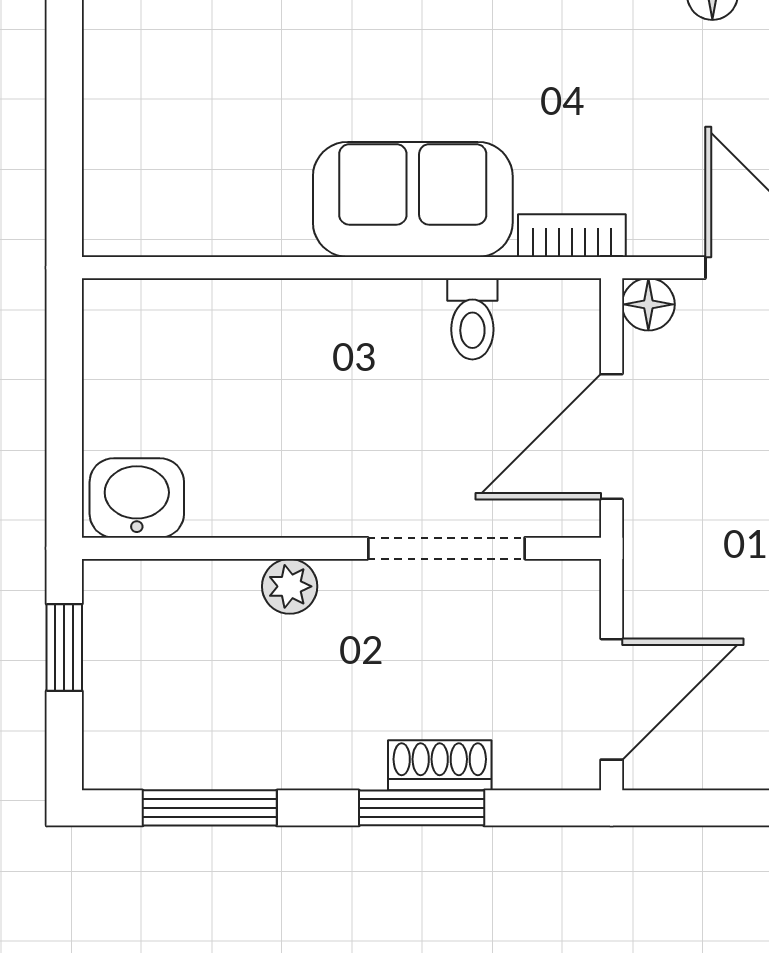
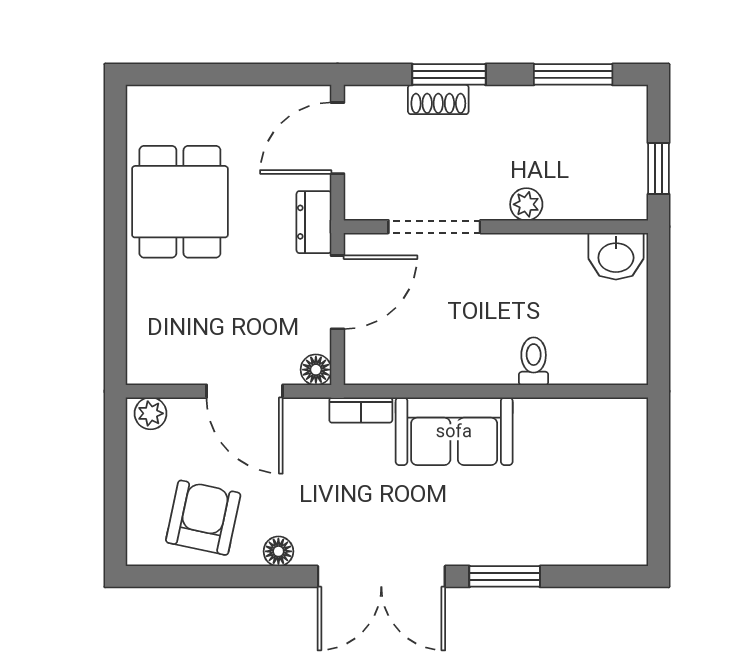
toilet: (472, 319) -> (534, 361), moved
dresser: (652, 556) -> (314, 222), added

